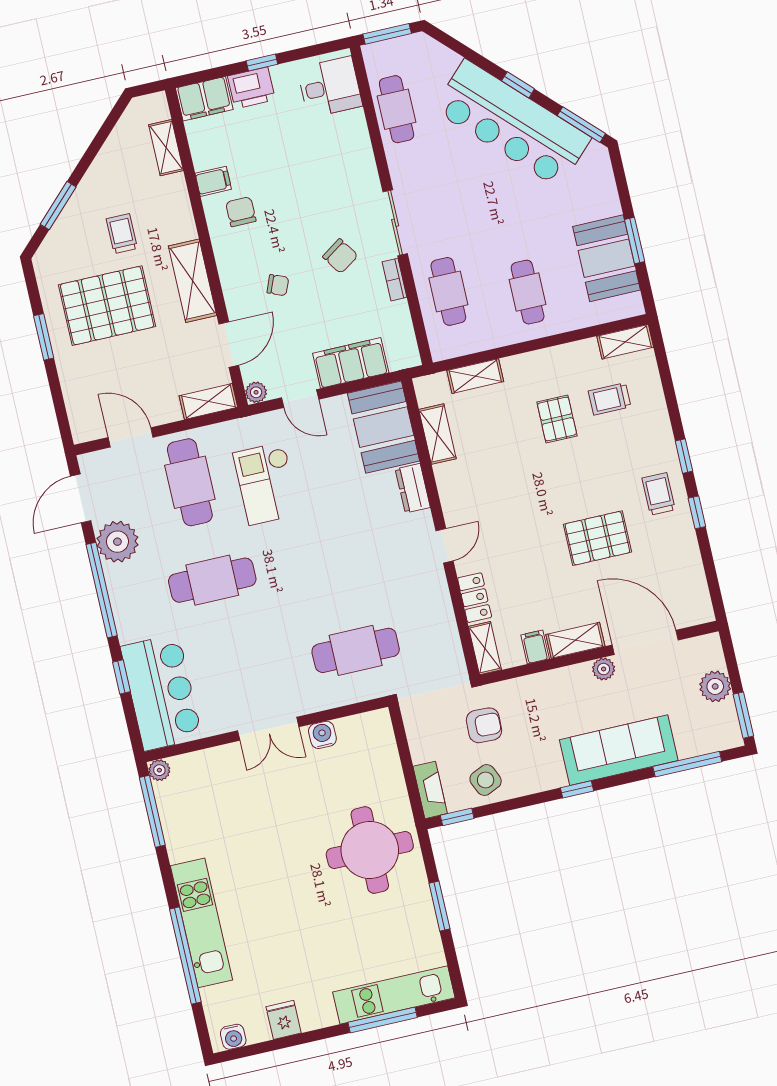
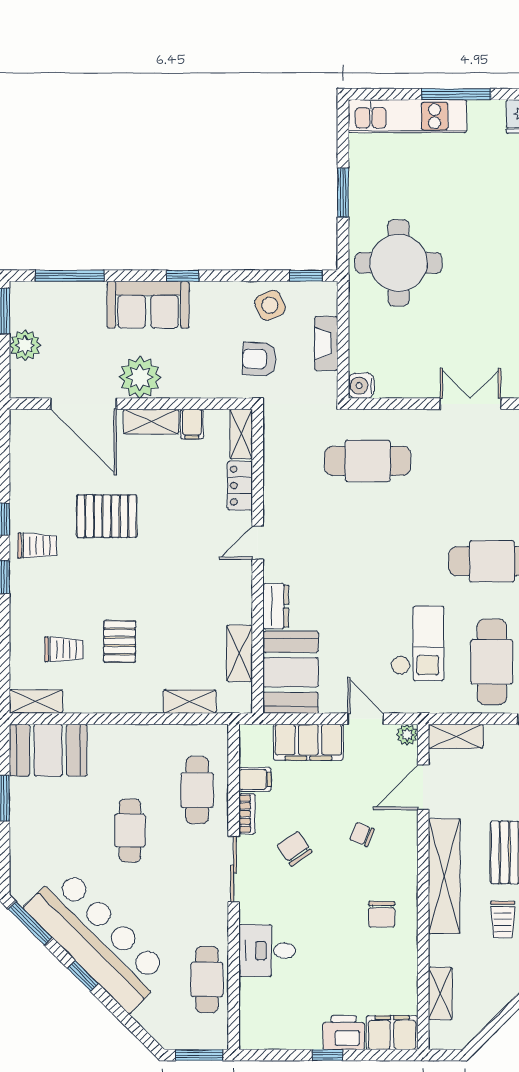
desk: (330, 87) -> (267, 951), moved
filing cabinet: (213, 181) -> (255, 779), moved, turned 180
booth: (607, 258) -> (48, 750), moved, turned 90
shelving: (193, 281) -> (444, 876), width x1.47
cafe table: (528, 292) -> (130, 830), moved
trolley: (659, 494) -> (37, 546), turned -90
plant: (604, 669) -> (140, 377), width x1.87, depth x1.87
water cooler: (322, 735) -> (361, 386), moved, turned 90
sofa: (619, 750) -> (148, 305), width x0.73
fireplace: (430, 790) -> (326, 343), moved
window: (383, 1020) -> (456, 94), moved

